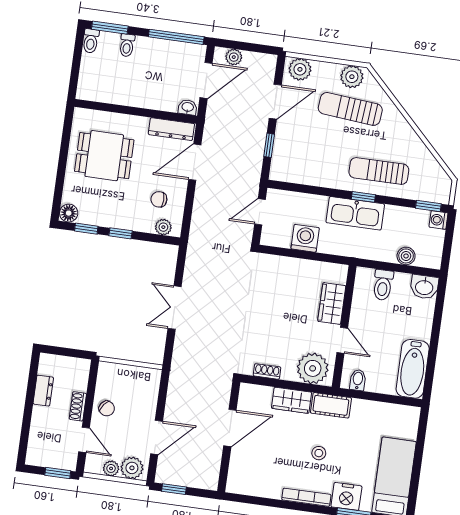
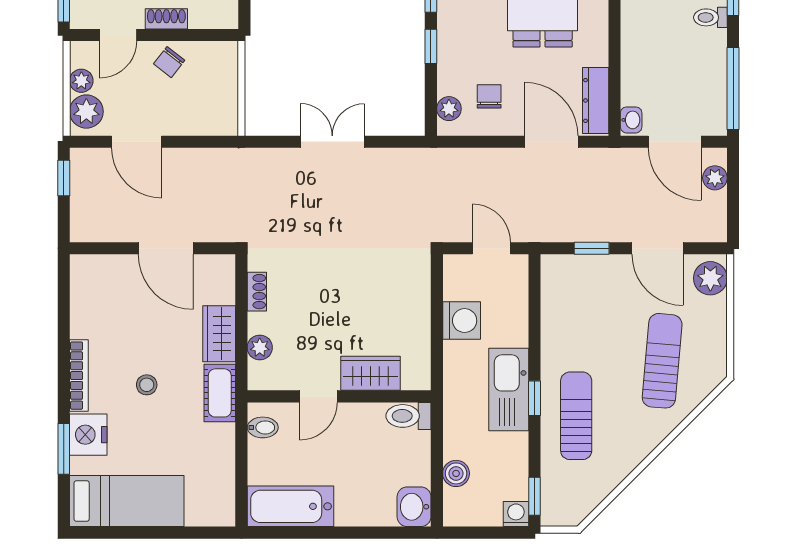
plant: (352, 77) -> (710, 357), removed
toilet: (383, 285) -> (408, 416), moved
plant: (313, 368) -> (260, 347), width x0.53, depth x0.53

